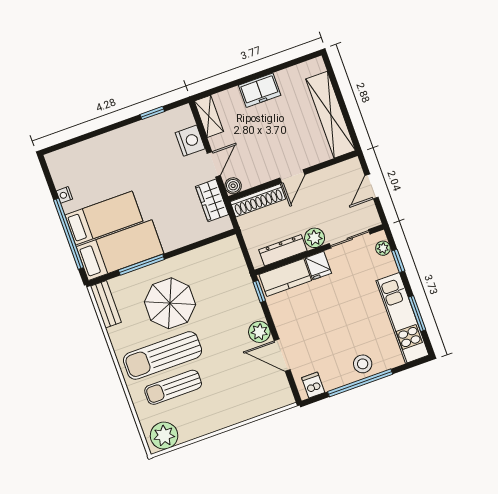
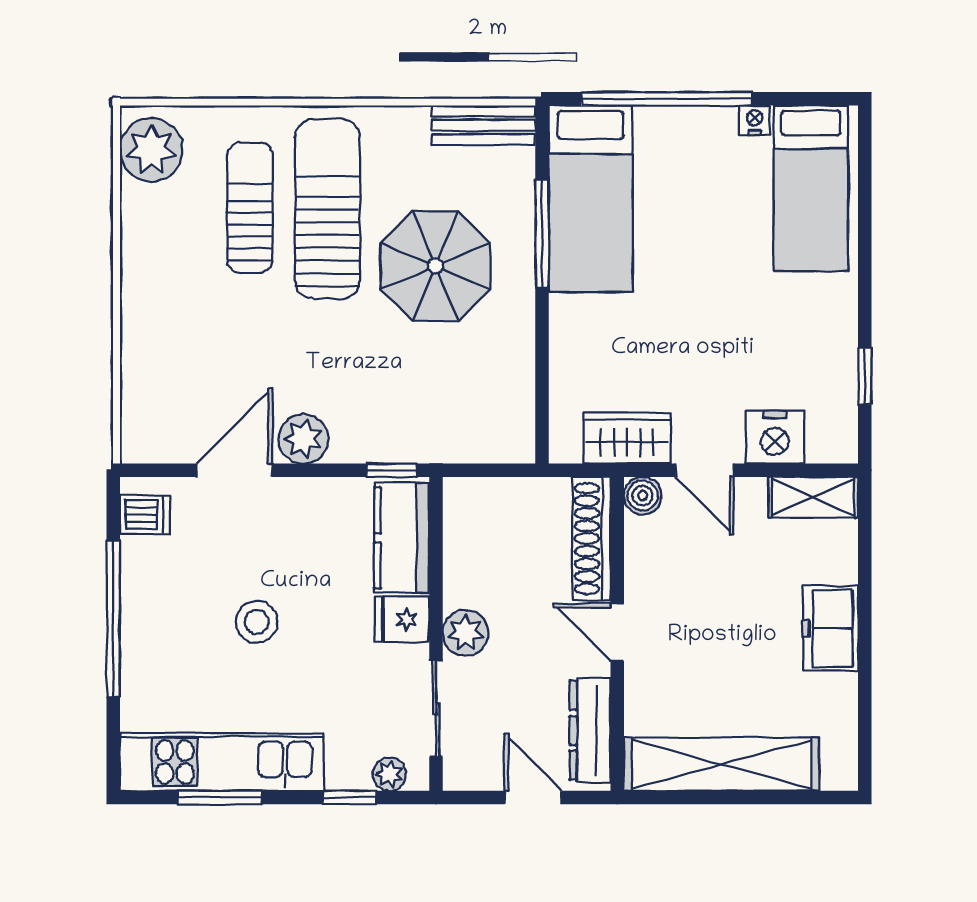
bed: (104, 218) -> (811, 188), moved
dresser: (283, 250) -> (590, 730), moved, turned 180
stool: (363, 364) -> (257, 622), moved

